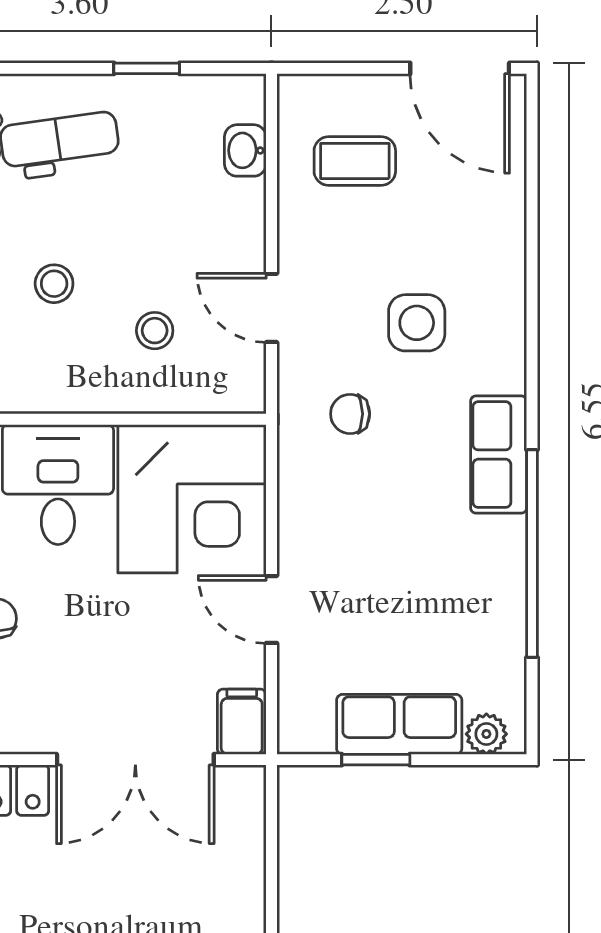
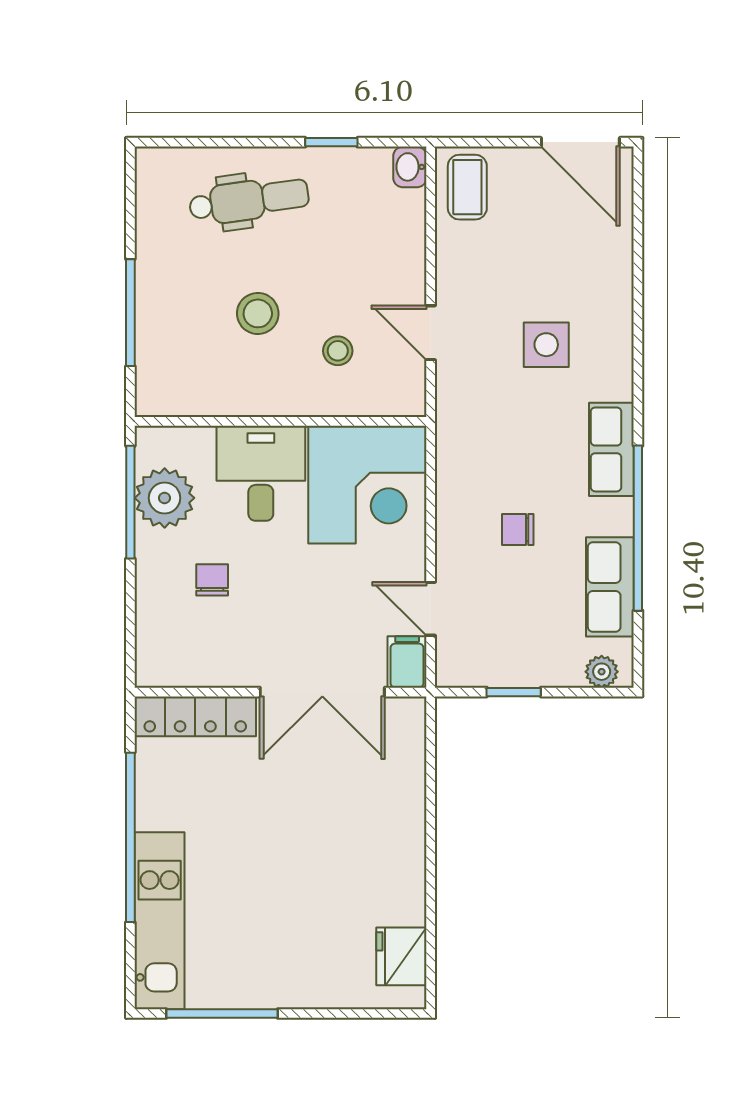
washbasin: (245, 150) -> (410, 167), moved
coffee table: (355, 161) -> (467, 187), moved, turned 90
stool: (54, 284) -> (258, 313), width x1.37, depth x1.37
chair: (350, 414) -> (518, 530), moved
door: (271, 609) -> (431, 609), moved
row of seats: (399, 724) -> (610, 587), moved, turned -90

